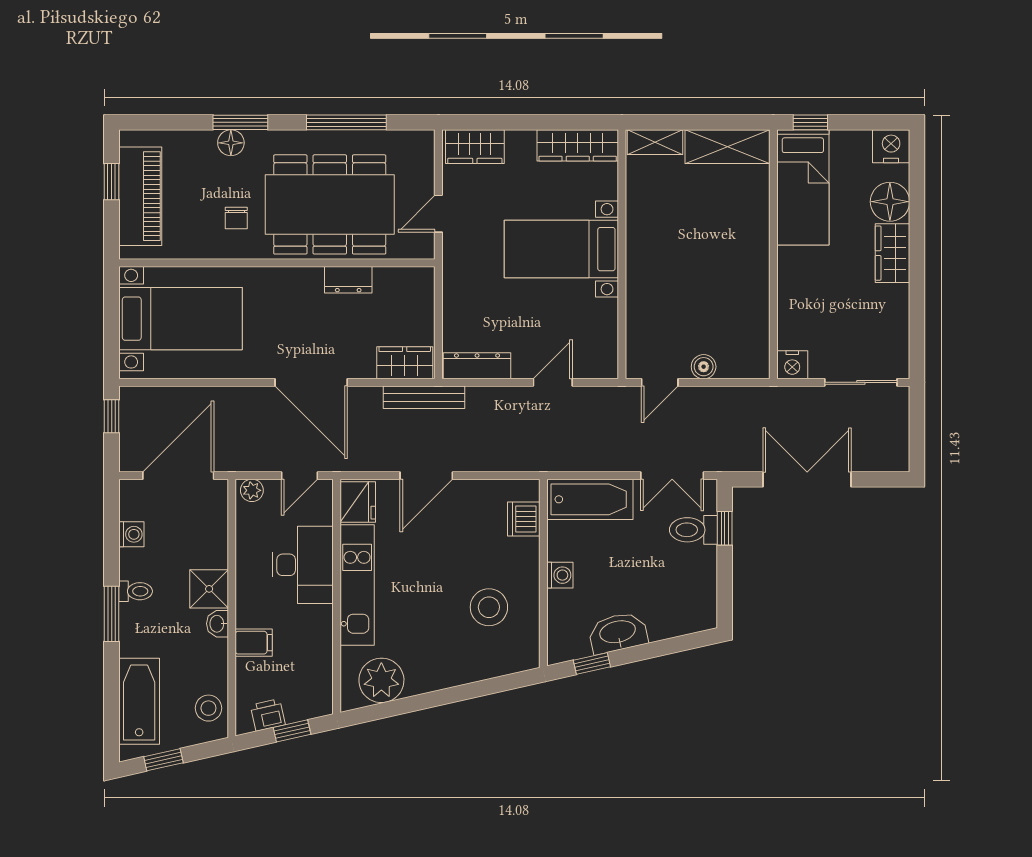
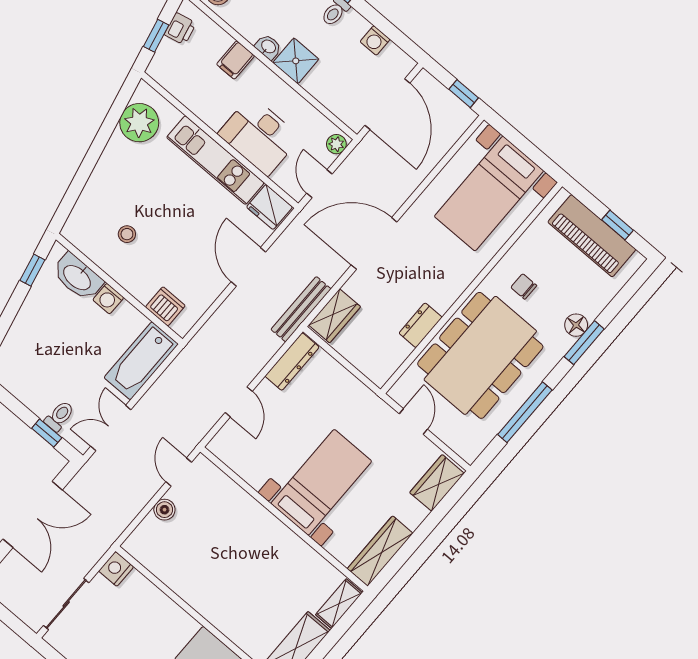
toilet: (693, 530) -> (59, 416), width x0.73, depth x0.72
stool: (489, 607) -> (127, 234), width x0.53, depth x0.53
washbasin: (618, 633) -> (78, 277), moved, turned 103

